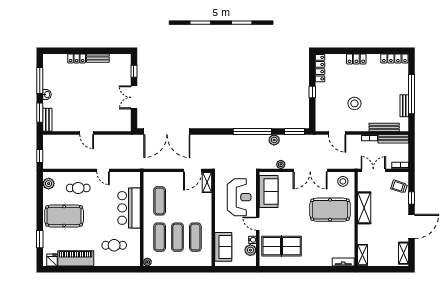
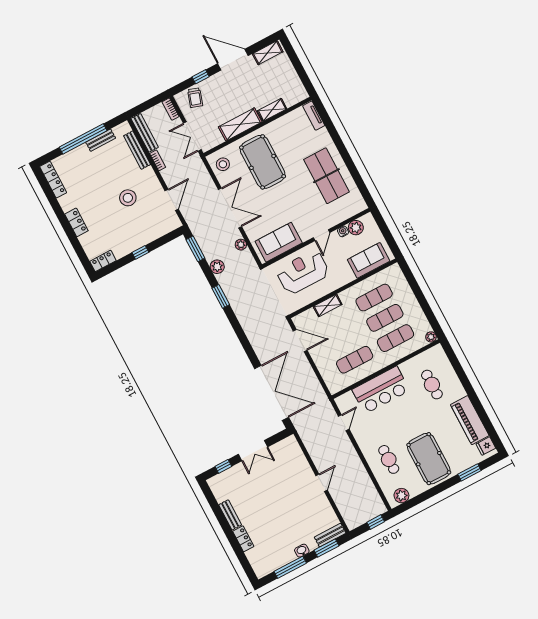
locker: (320, 68) -> (103, 261), width x0.66
window: (252, 131) -> (221, 296), width x0.47
door: (103, 170) -> (344, 423), moved
shelving: (207, 182) -> (328, 305), moved
table tennis table: (282, 246) -> (326, 176), moved
shelving: (362, 255) -> (272, 110), moved

